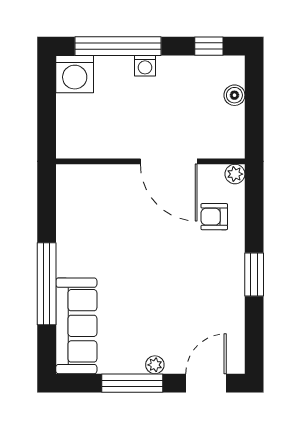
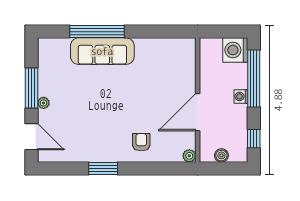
wall: (150, 161) -> (198, 100), moved
door: (169, 161) -> (198, 112), moved
plant: (235, 174) -> (189, 156), moved
sofa: (76, 326) -> (102, 51), moved

